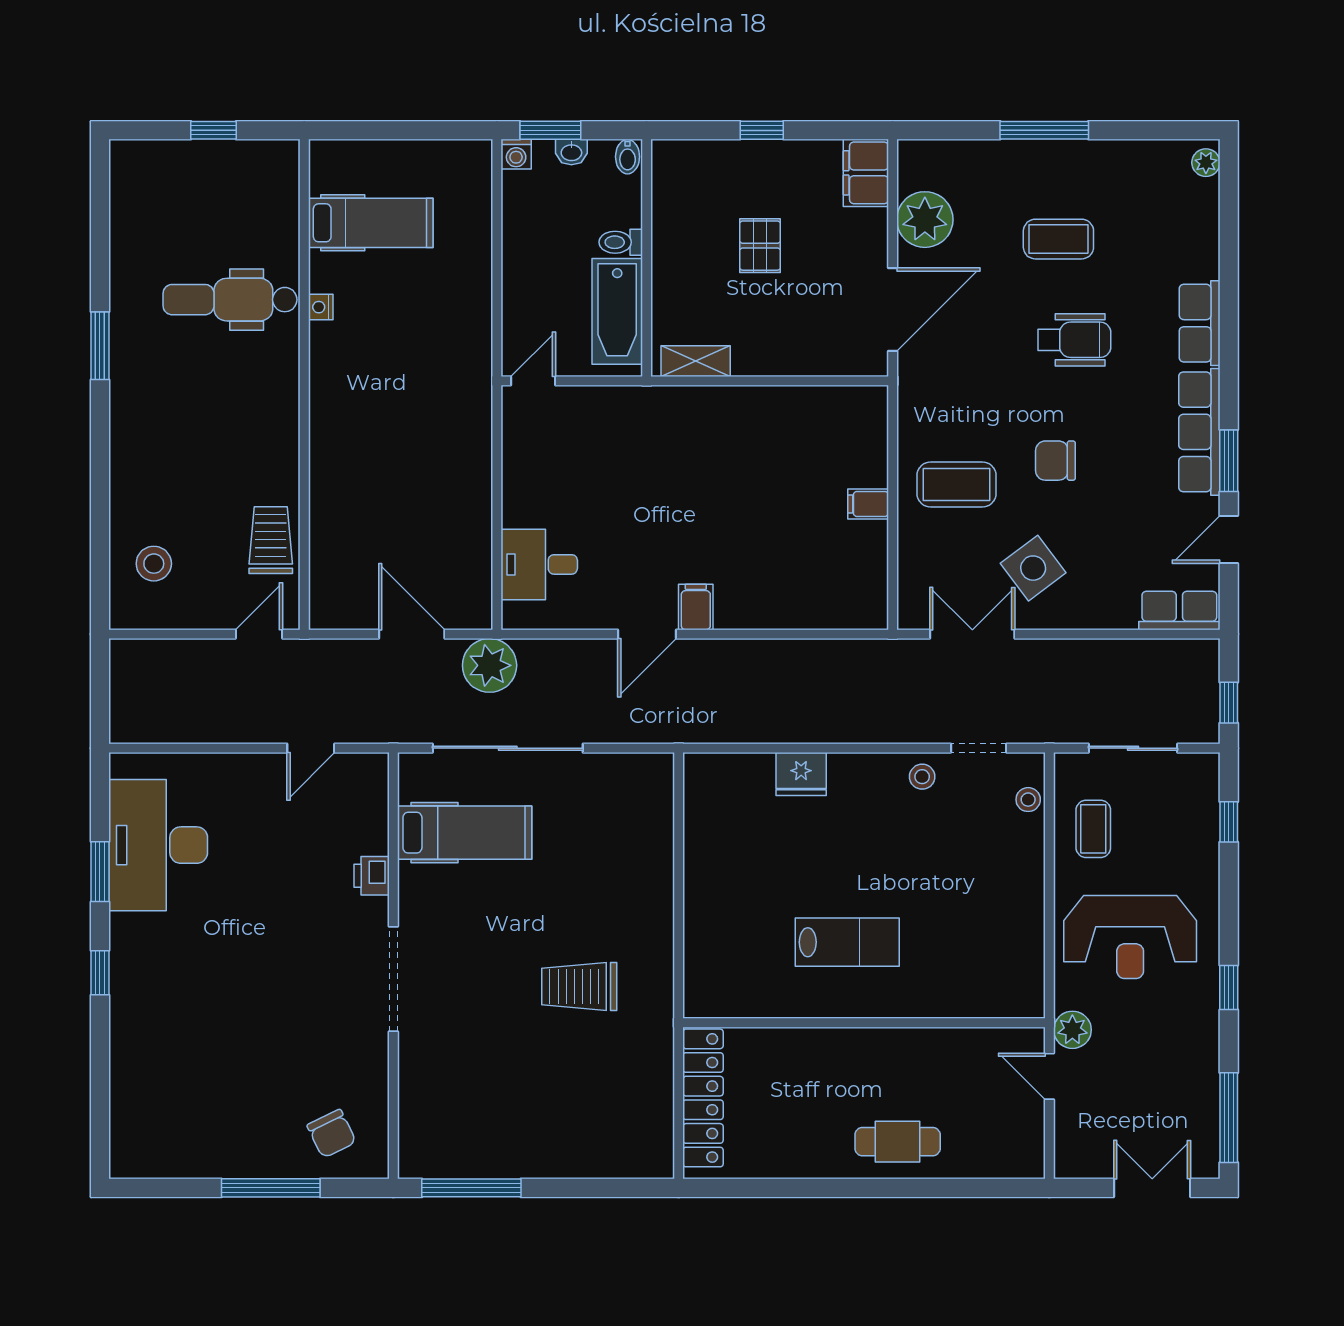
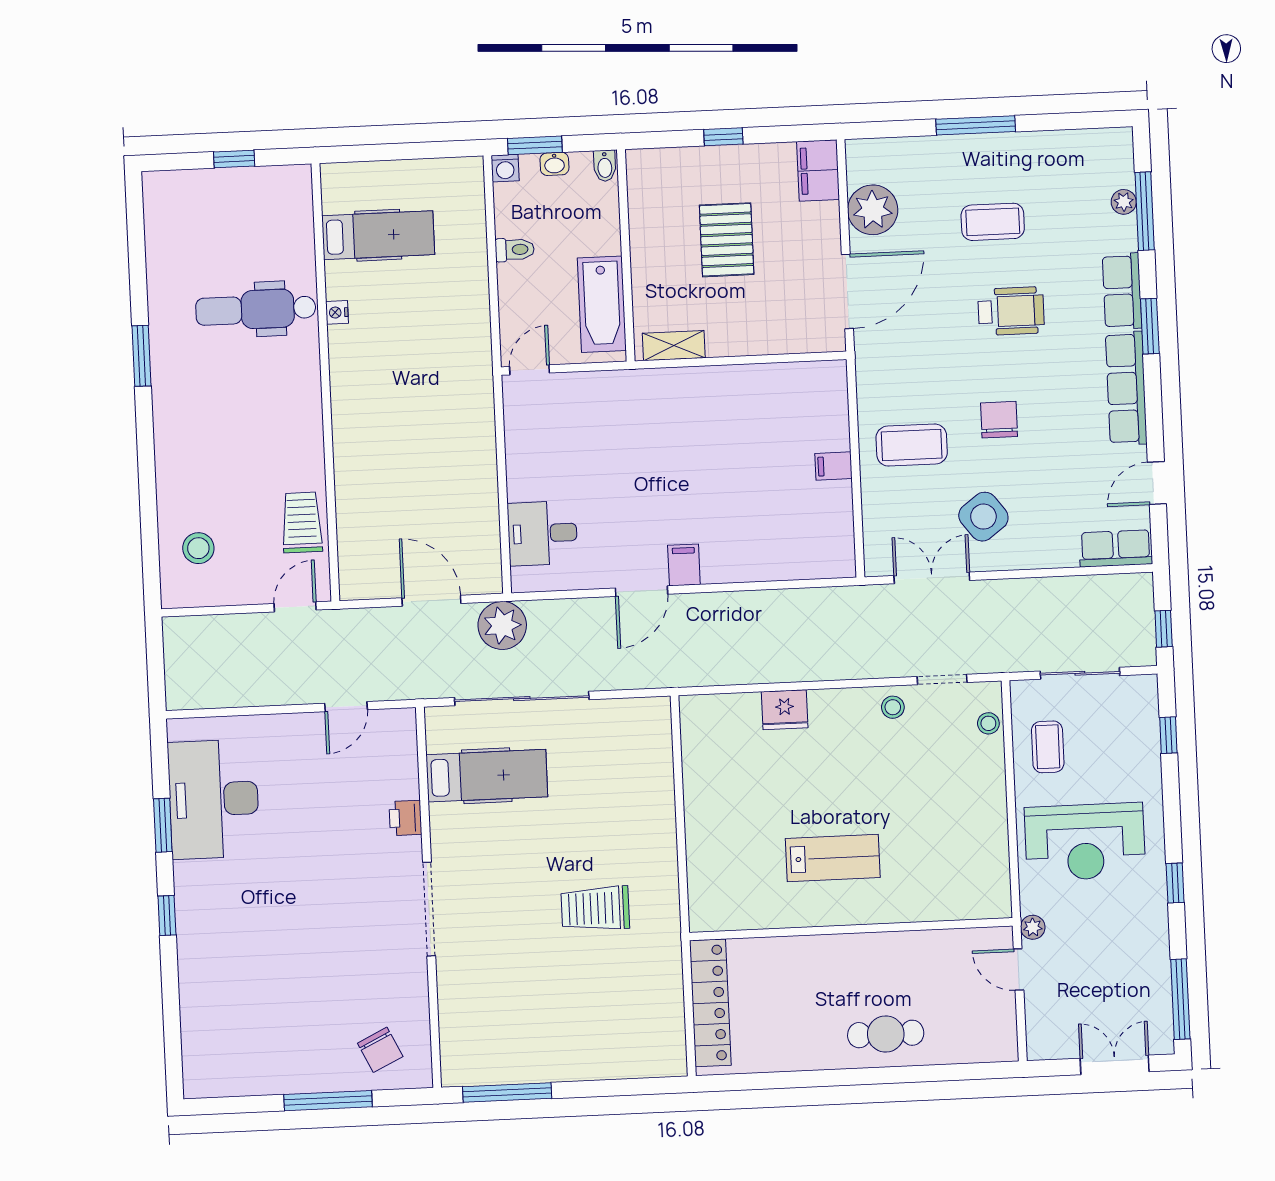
plant: (1206, 163) -> (1124, 202), moved
window: (1229, 235) -> (1145, 211), added
toilet: (621, 242) -> (515, 250), moved, turned 180
pallet: (760, 246) -> (727, 240), width x1.50, depth x1.42
chair: (1055, 461) -> (999, 420), turned 90
window: (1229, 461) -> (1150, 326), moved
plant: (1072, 1030) -> (1033, 927), width x0.73, depth x0.73

